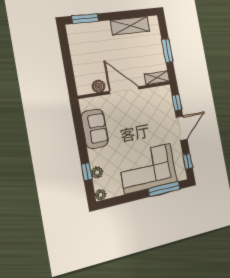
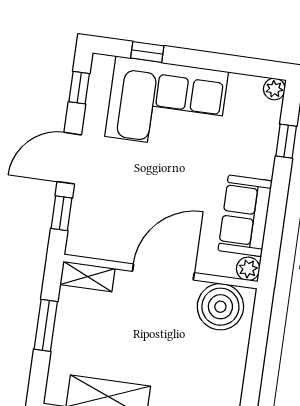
boiler: (99, 86) -> (220, 307), width x1.86, depth x1.86
door: (124, 90) -> (163, 272), swing flipped
plant: (97, 172) -> (248, 269), moved
window: (164, 189) -> (147, 52), width x0.46

